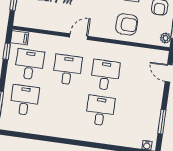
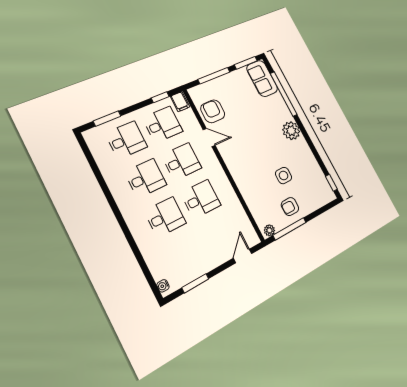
armchair: (127, 24) -> (213, 111), moved, turned 180
door: (79, 37) -> (209, 138), moved
desk: (62, 105) -> (146, 178), added

